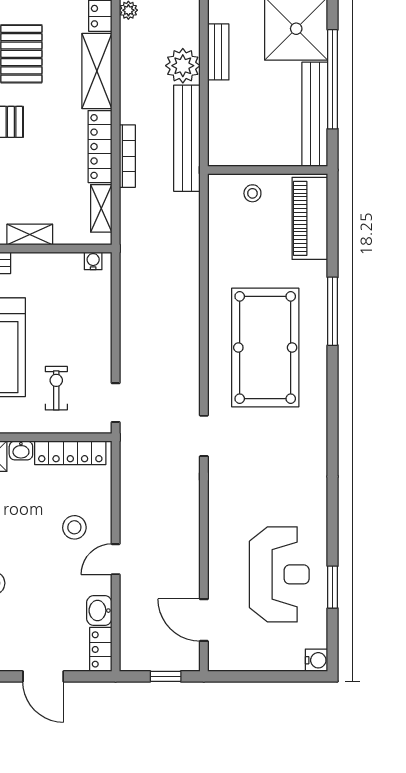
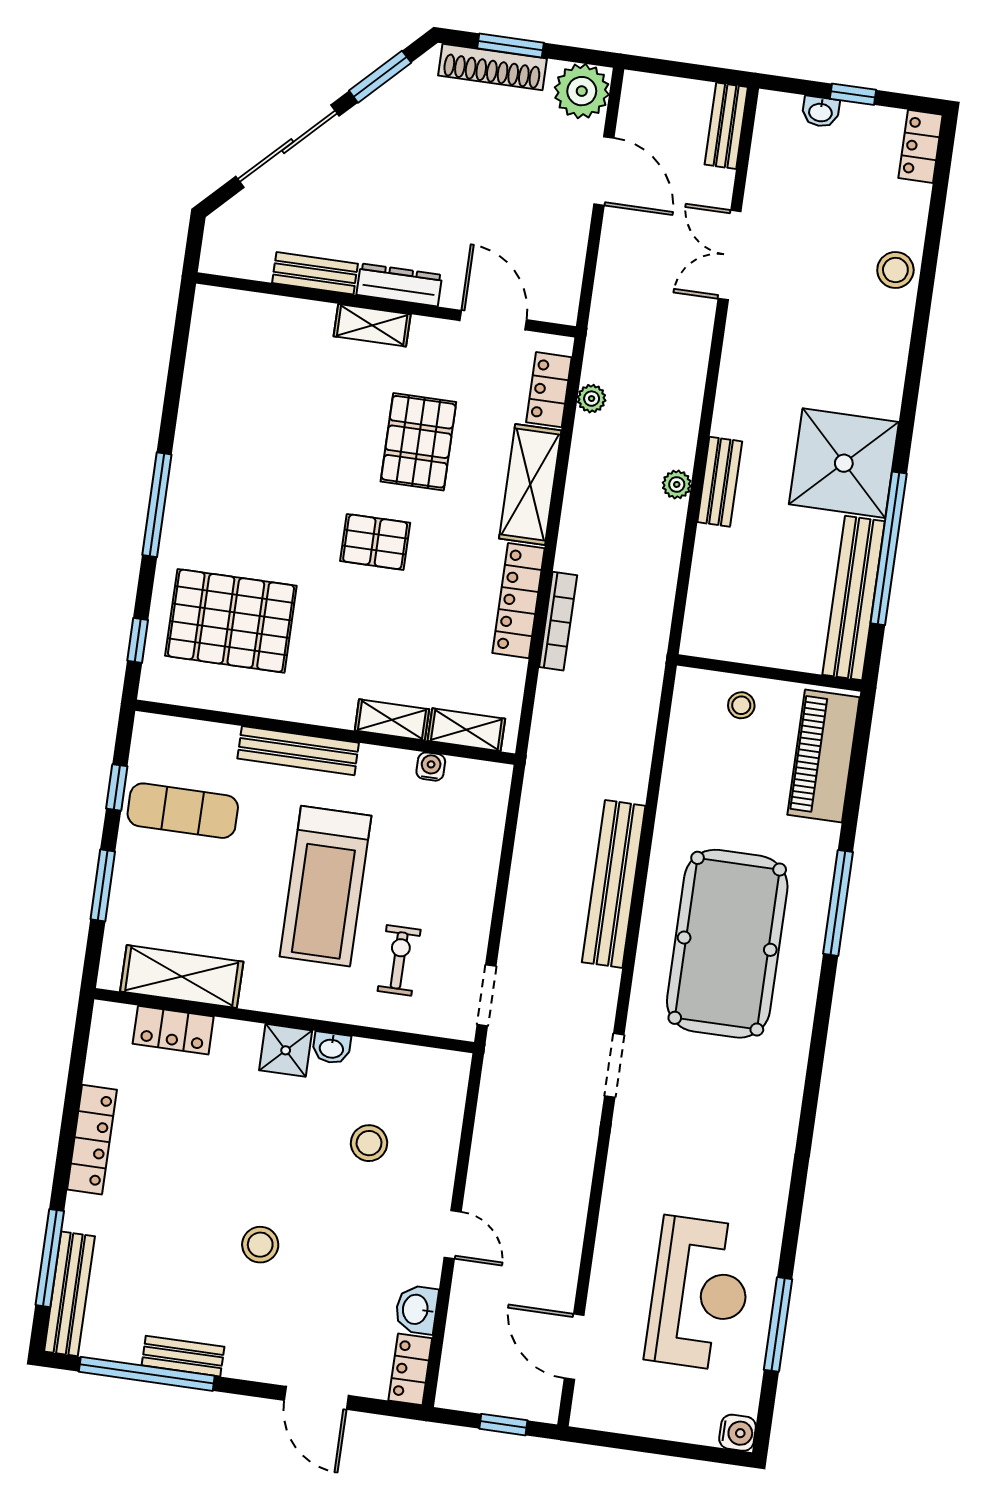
plant: (183, 66) -> (677, 484), width x0.53, depth x0.53
bench: (187, 138) -> (614, 884), moved
shelving: (101, 208) -> (466, 730), moved, turned 90
water cooler: (93, 261) -> (431, 767), moved
locker: (70, 453) -> (406, 1062), removed
stool: (74, 527) -> (369, 1143), moved
door: (116, 559) -> (453, 1235), swing flipped
window: (333, 587) -> (778, 1324), width x1.44

